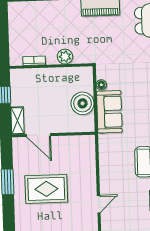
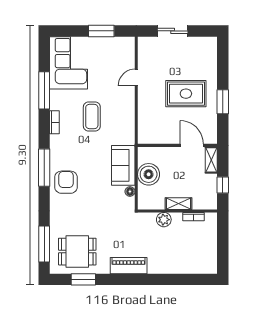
shelving: (50, 74) -> (178, 204), added

